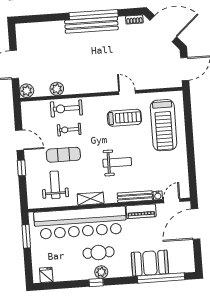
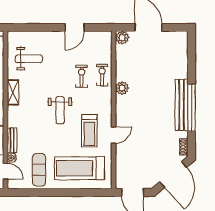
plant: (57, 89) -> (122, 88), moved
exercise bike: (66, 108) -> (102, 75), width x0.73, depth x0.72
exercise mat: (63, 155) -> (39, 170), moved
weight bench: (117, 162) -> (60, 110), moved
window: (21, 168) -> (48, 27), removed
bench: (135, 197) -> (12, 140), width x0.73

